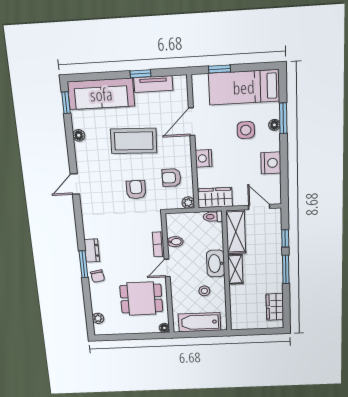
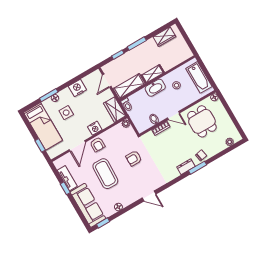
door: (192, 122) -> (77, 146), hinge flipped
armchair: (171, 178) -> (97, 144), moved

